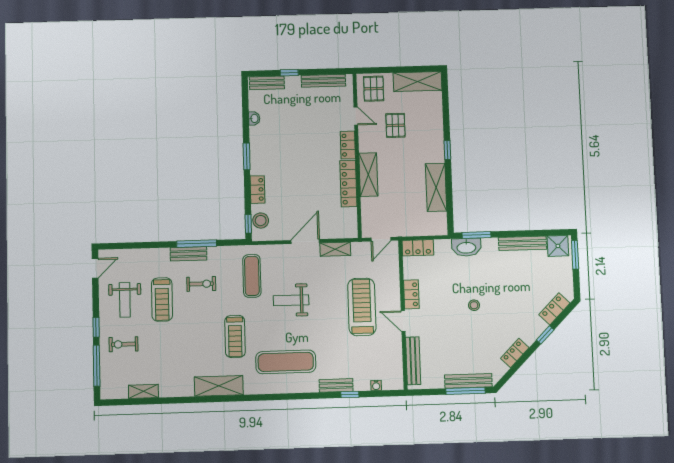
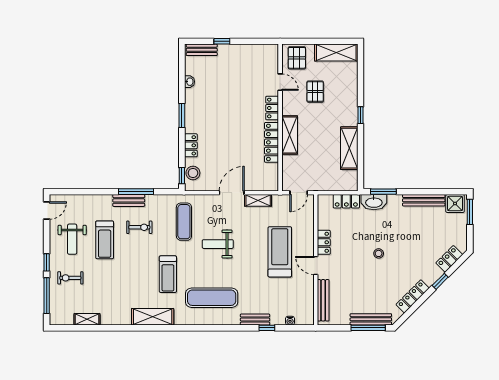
bench: (323, 81) -> (252, 49), removed
locker: (418, 248) -> (346, 201), moved
locker: (515, 353) -> (413, 296), width x1.53

